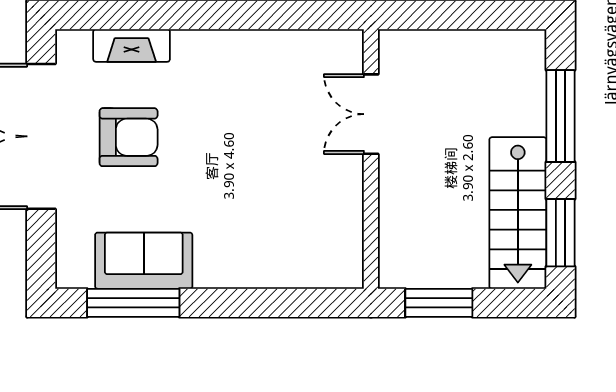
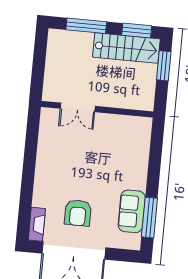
fireplace: (132, 45) -> (37, 224), moved
armchair: (129, 137) -> (78, 213), turned 180
window: (439, 303) -> (164, 66), moved

